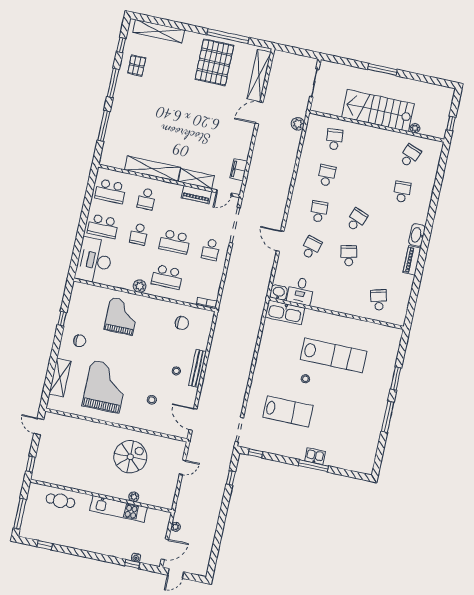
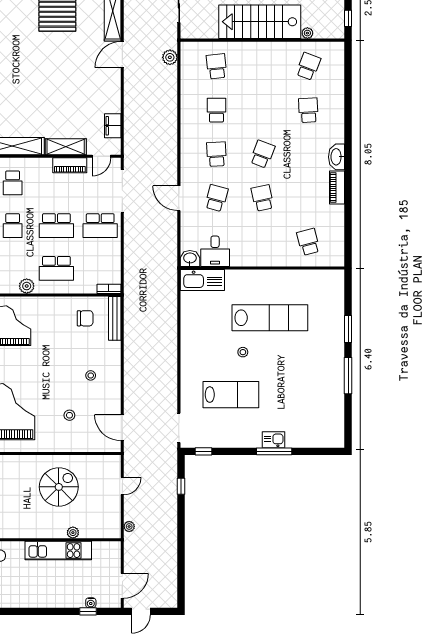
school desk: (211, 250) -> (100, 226), width x1.85
bench: (197, 368) -> (115, 318), moved
plant: (176, 527) -> (129, 526), moved

